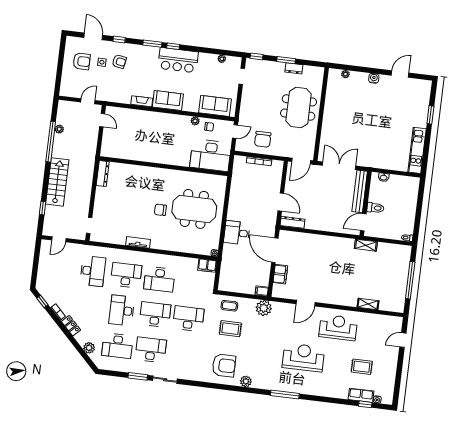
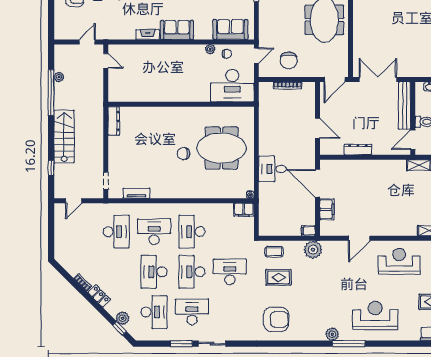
dresser: (292, 222) -> (358, 150), moved
tv unit: (138, 242) -> (136, 193), moved
desk: (159, 279) -> (192, 232), turned 90
window: (42, 301) -> (119, 328), moved
desk: (155, 315) -> (192, 272), turned -90
desk: (117, 346) -> (154, 312), turned -90
reception desk: (303, 357) -> (375, 315), moved
plant: (246, 381) -> (332, 334), moved

